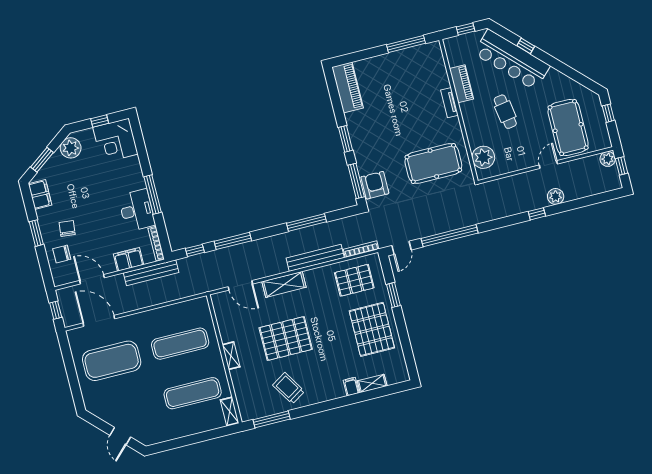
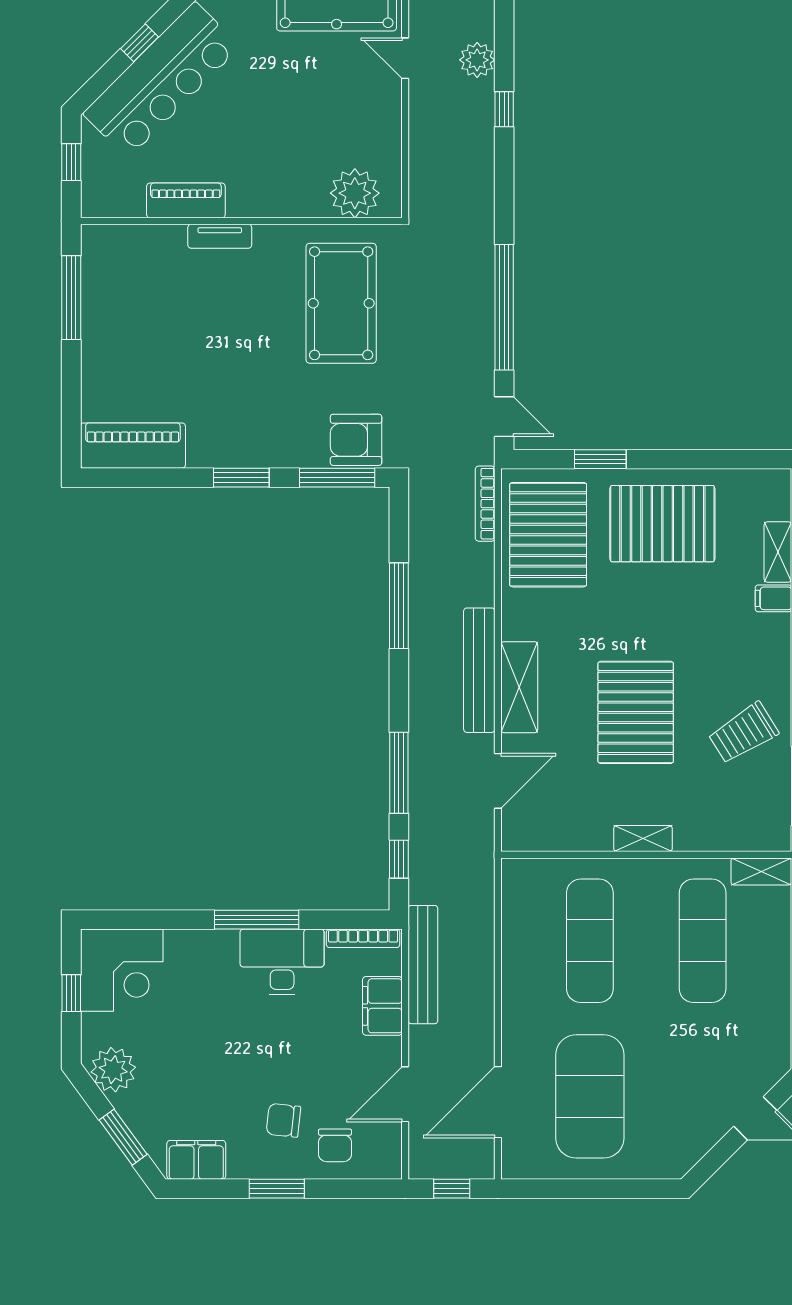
cafe table: (505, 112) -> (269, 122), removed
bench: (315, 258) -> (479, 670), moved
pallet: (354, 280) -> (548, 535), width x1.37, depth x1.41

